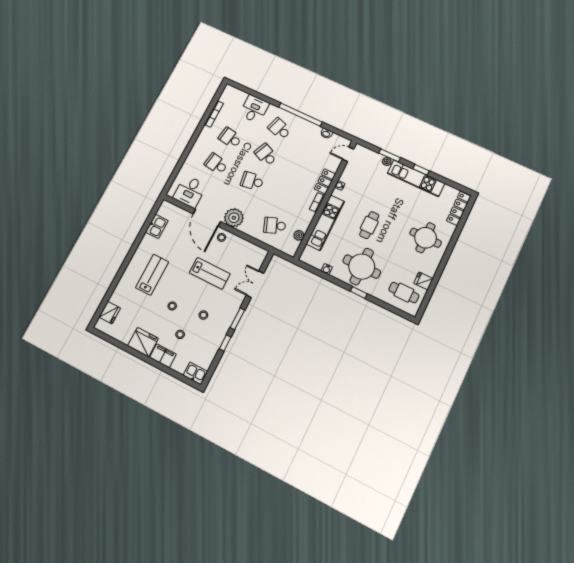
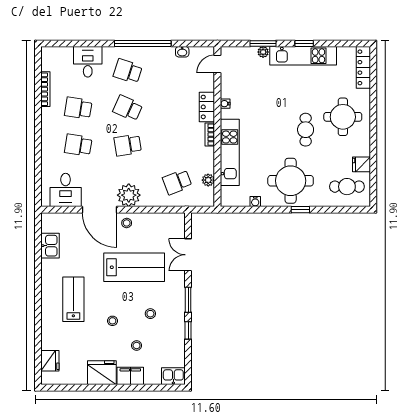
cafe table: (369, 225) -> (306, 130), moved
lab bench: (210, 273) -> (134, 267), width x1.36, depth x1.39

